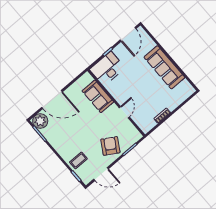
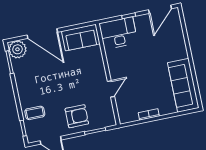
sofa: (164, 67) -> (183, 85), moved
sofa: (98, 96) -> (81, 38), moved, turned -90
armchair: (110, 146) -> (77, 116), turned 59

